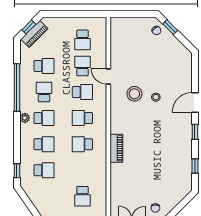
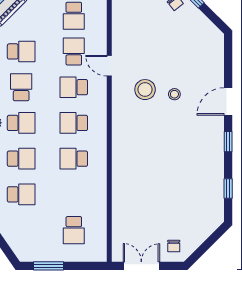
school desk: (82, 92) -> (74, 87), turned 180
piano: (116, 148) -> (120, 164), removed

